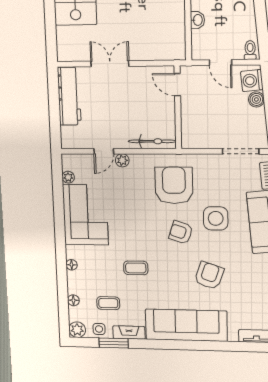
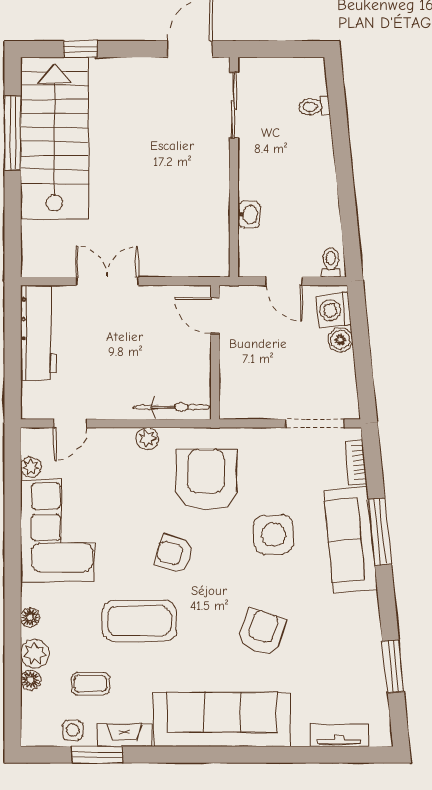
door: (104, 151) -> (70, 423), moved
plant: (122, 160) -> (147, 439), moved
armchair: (181, 232) -> (174, 554), moved
coffee table: (136, 268) -> (139, 621), width x1.86, depth x1.72
plant: (77, 330) -> (35, 654), moved

